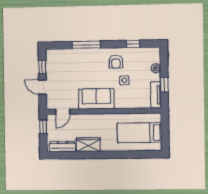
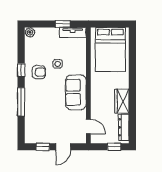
window: (133, 44) -> (21, 70), moved
plant: (156, 68) -> (30, 32), moved
window: (43, 127) -> (114, 147), moved
bed: (139, 133) -> (110, 50), width x1.50

